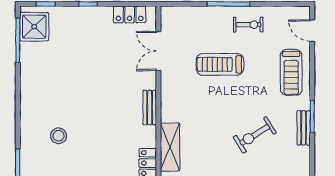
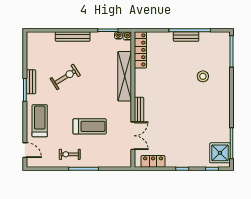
bench: (150, 108) -> (139, 109), moved
shelving: (170, 147) -> (125, 76), width x1.47

